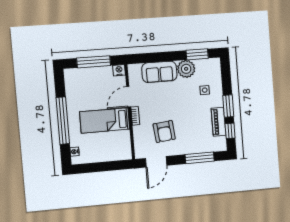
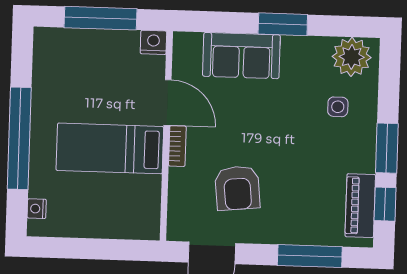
window: (197, 54) -> (283, 24), moved
plant: (186, 69) -> (352, 57), moved
door: (129, 97) -> (168, 103), swing flipped
piano: (219, 122) -> (360, 206), moved

